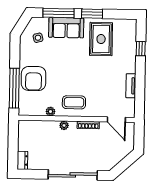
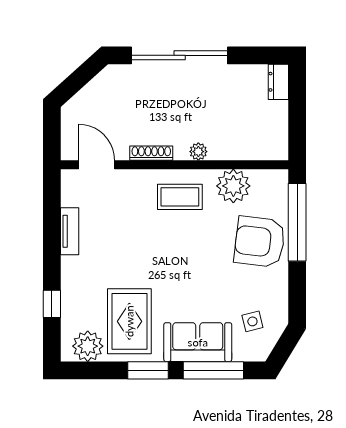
plant: (123, 27) -> (88, 346), added
armchair: (34, 79) -> (260, 242), turned -83
plant: (50, 112) -> (233, 186), width x1.88, depth x1.88

